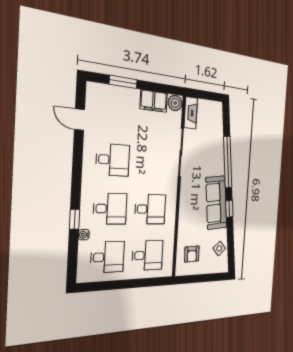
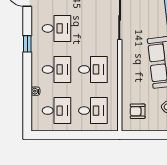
window: (75, 219) -> (27, 44), moved
armchair: (192, 254) -> (138, 111), turned 92

